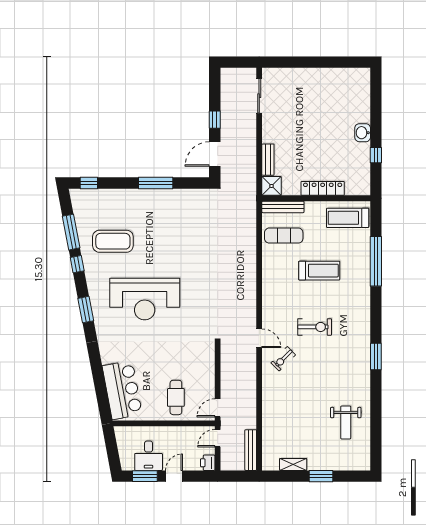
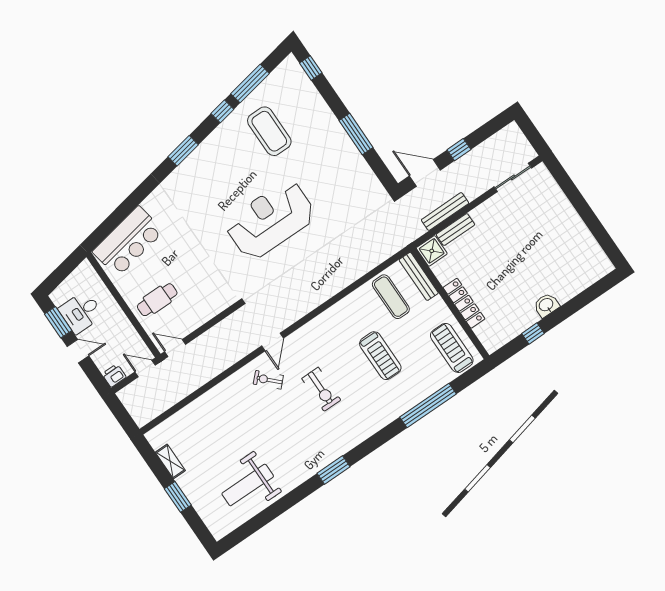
reception desk: (145, 299) -> (270, 220), moved, turned 90
weight bench: (346, 422) -> (248, 485), width x1.36, depth x1.33
bench: (251, 450) -> (445, 212), moved

